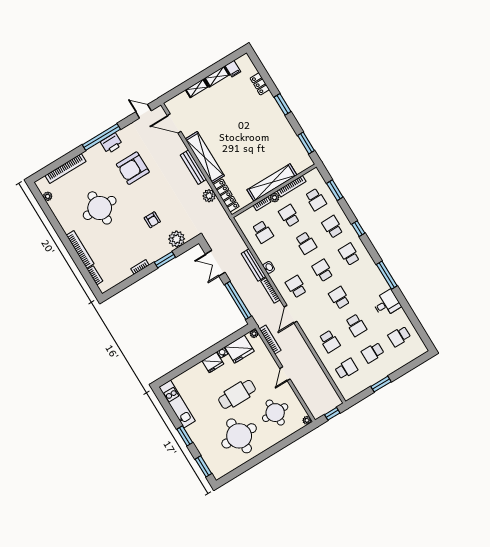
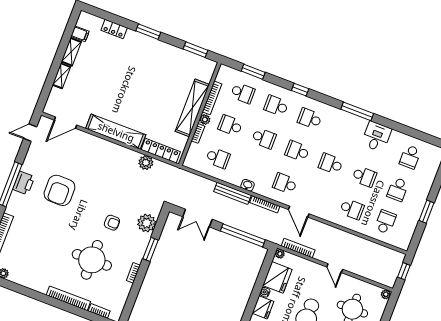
bench: (193, 167) -> (112, 148), removed
round table: (100, 208) -> (92, 260), moved

